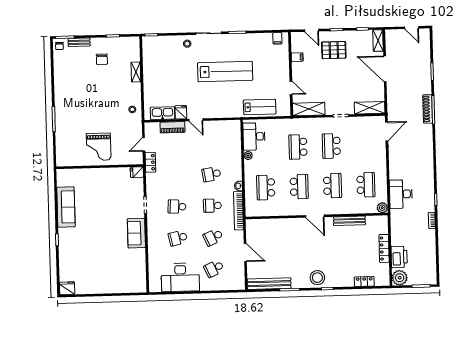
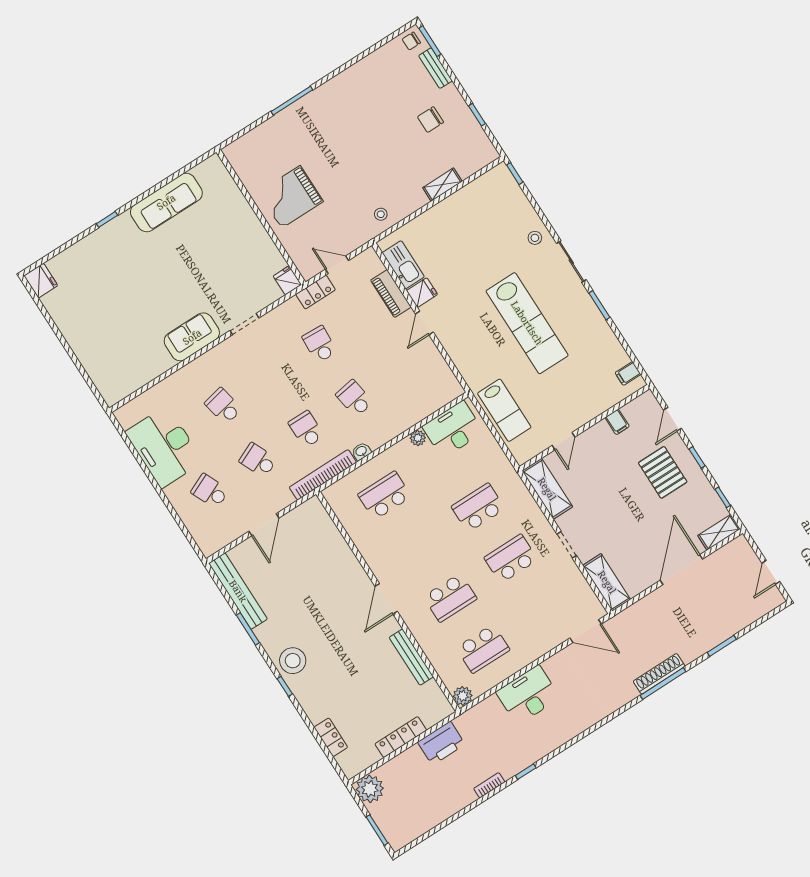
school desk: (299, 187) -> (417, 547), removed
desk: (401, 194) -> (528, 695), moved
school desk: (177, 207) -> (320, 344), moved
printer: (399, 257) -> (441, 743), moved

